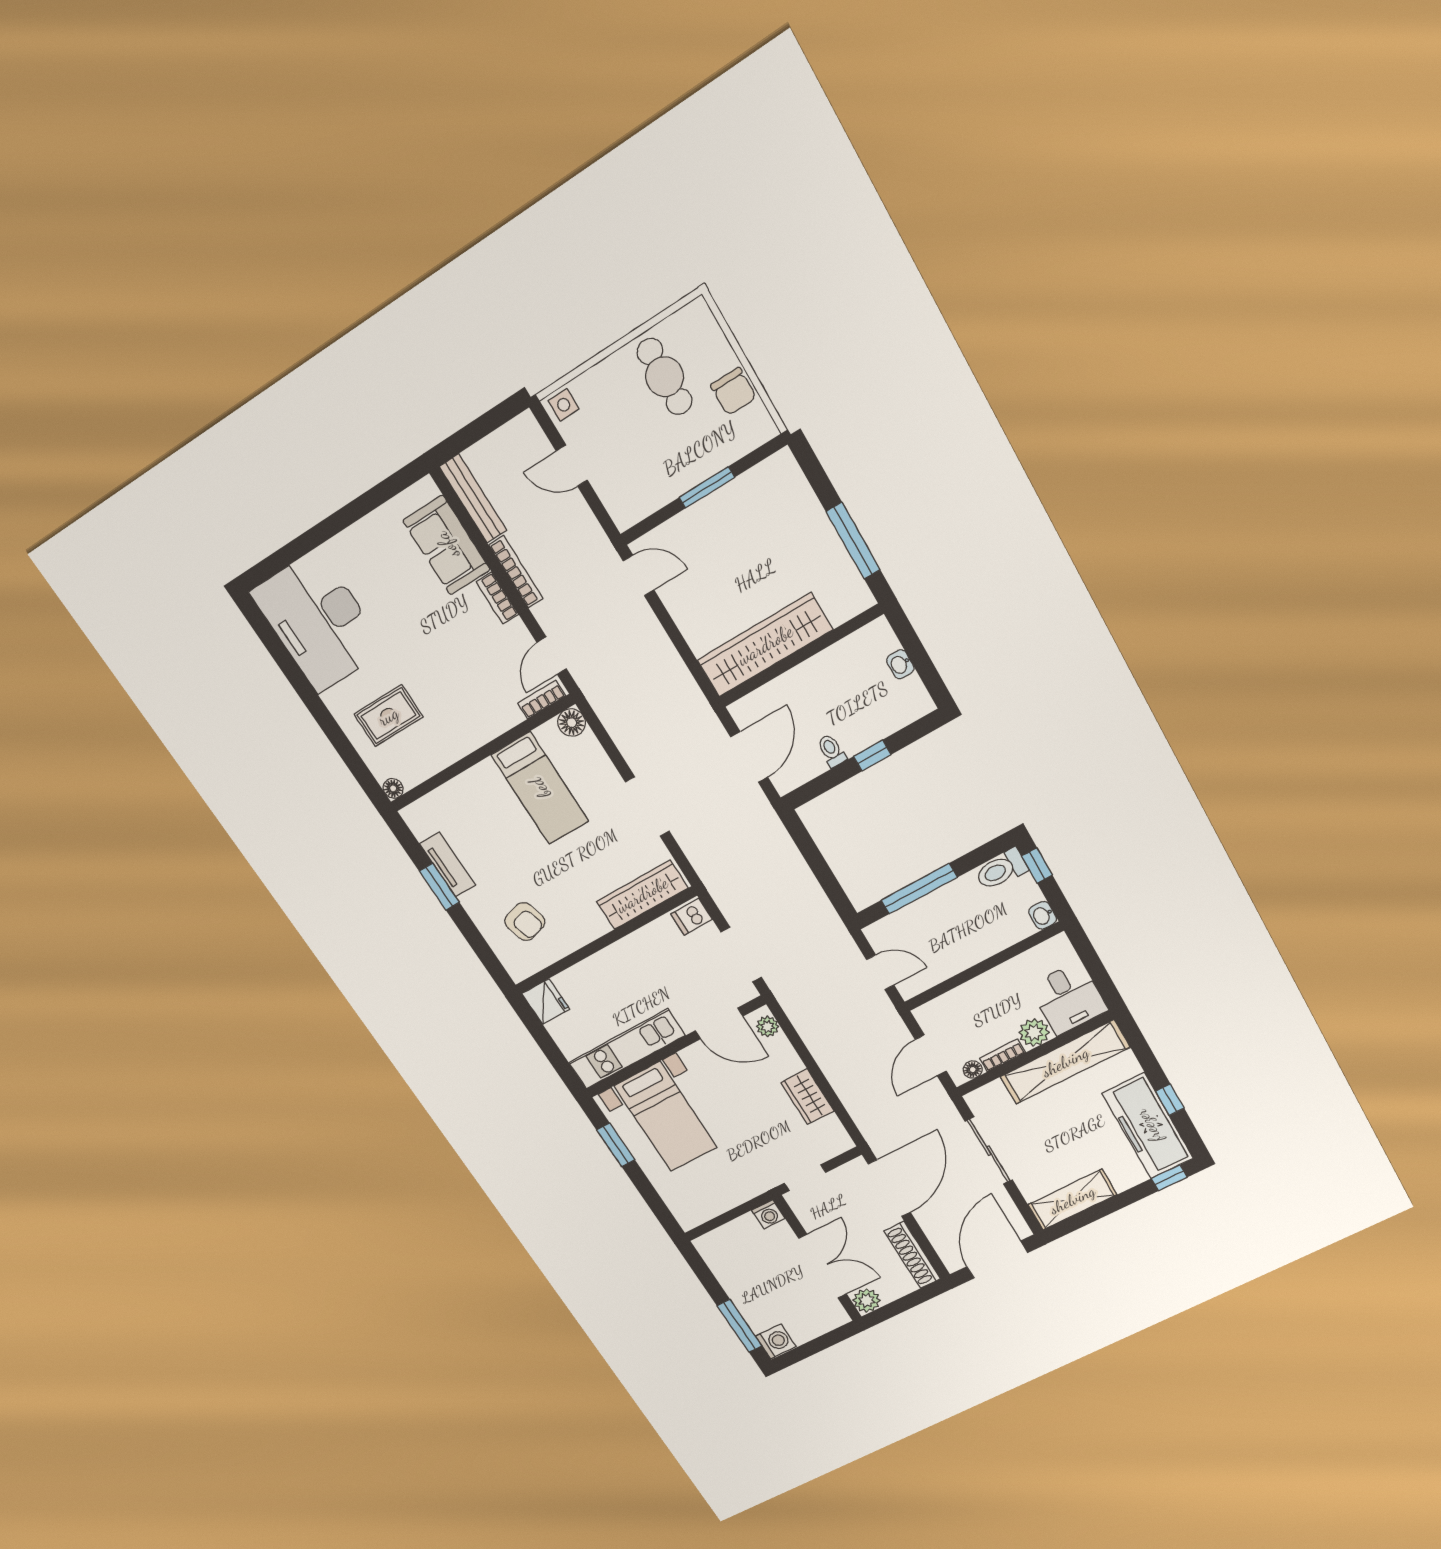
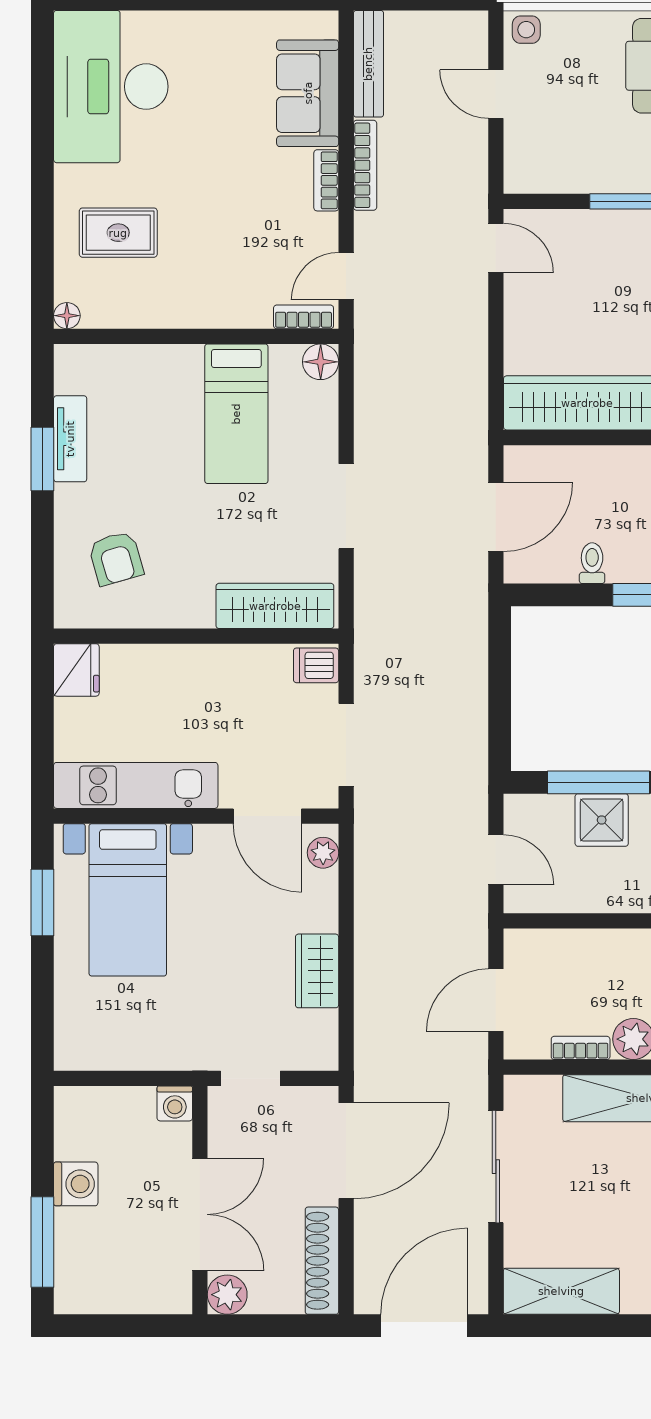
shower: (935, 911) -> (602, 820), added
floor lamp: (973, 1070) -> (535, 1047), removed
washing machine: (776, 1341) -> (76, 1184), moved

